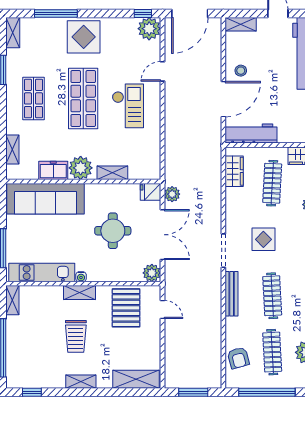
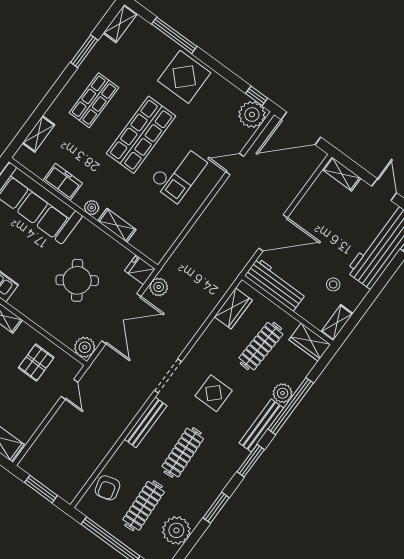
stool: (241, 71) -> (333, 284), moved
plant: (81, 168) -> (92, 208), width x0.53, depth x0.53
round table: (113, 231) -> (77, 280), turned -35
water cooler: (81, 277) -> (15, 302), removed
pallet: (126, 308) -> (36, 363), width x0.67, depth x0.71

